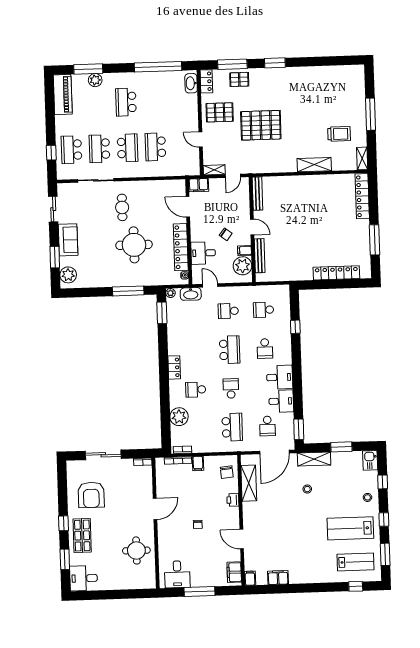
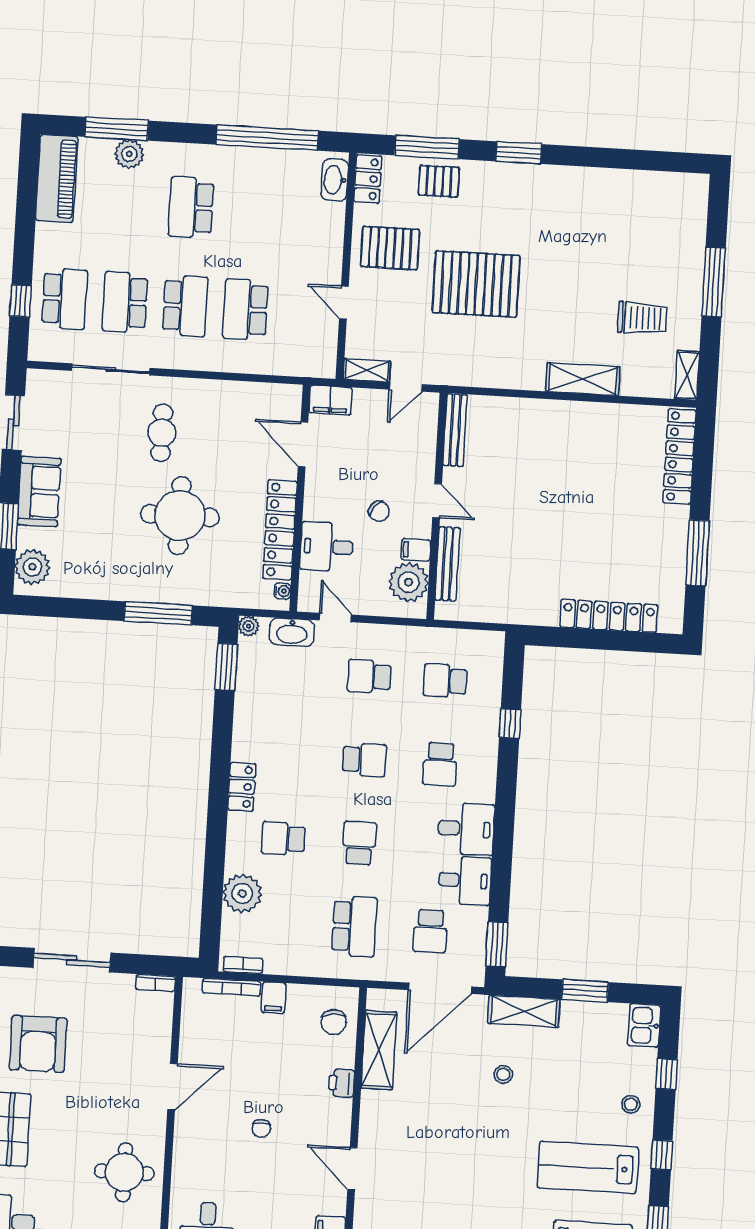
school desk: (72, 150) -> (65, 299), turned 180
school desk: (230, 350) -> (364, 760), width x0.54

